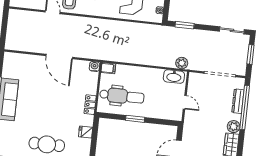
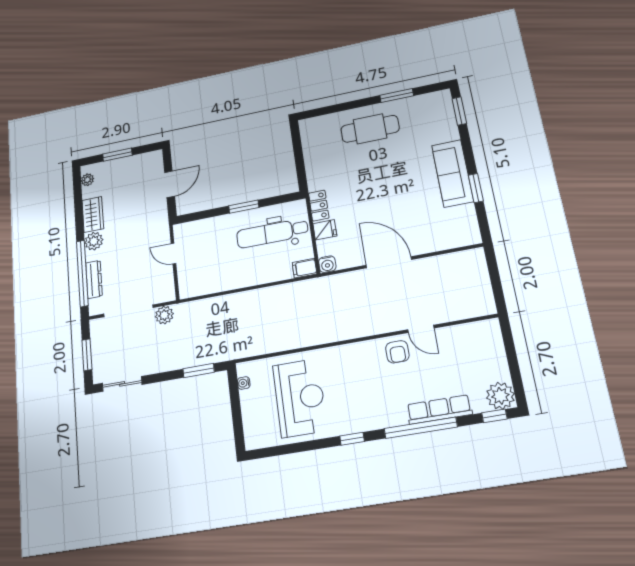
plant: (182, 63) -> (164, 315), moved
washbasin: (174, 77) -> (198, 286), removed
fridge: (86, 132) -> (325, 230), moved

